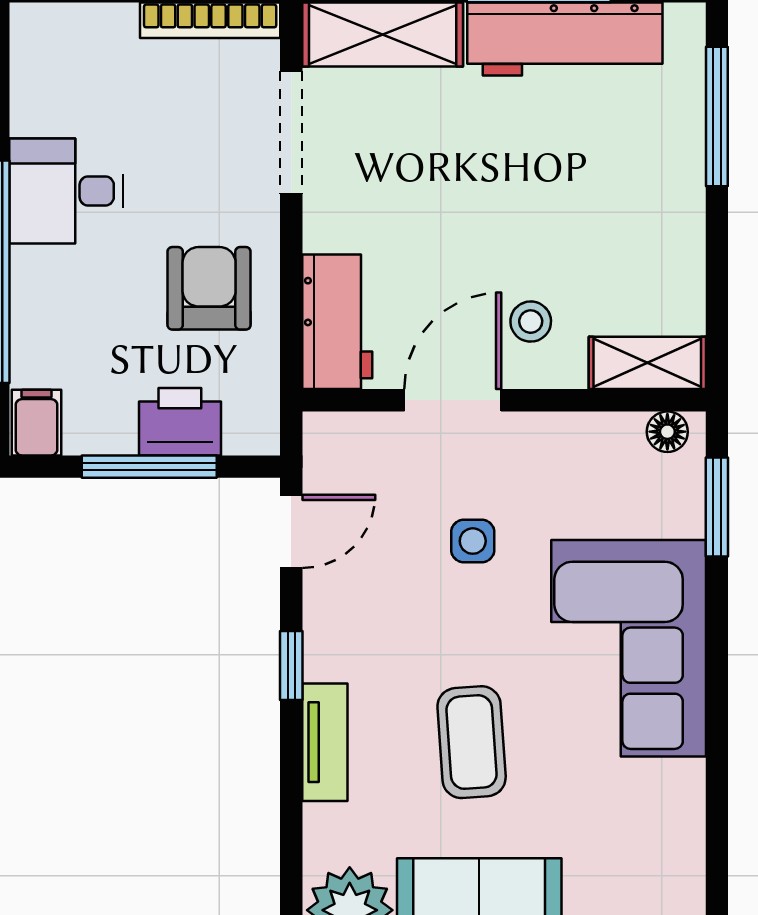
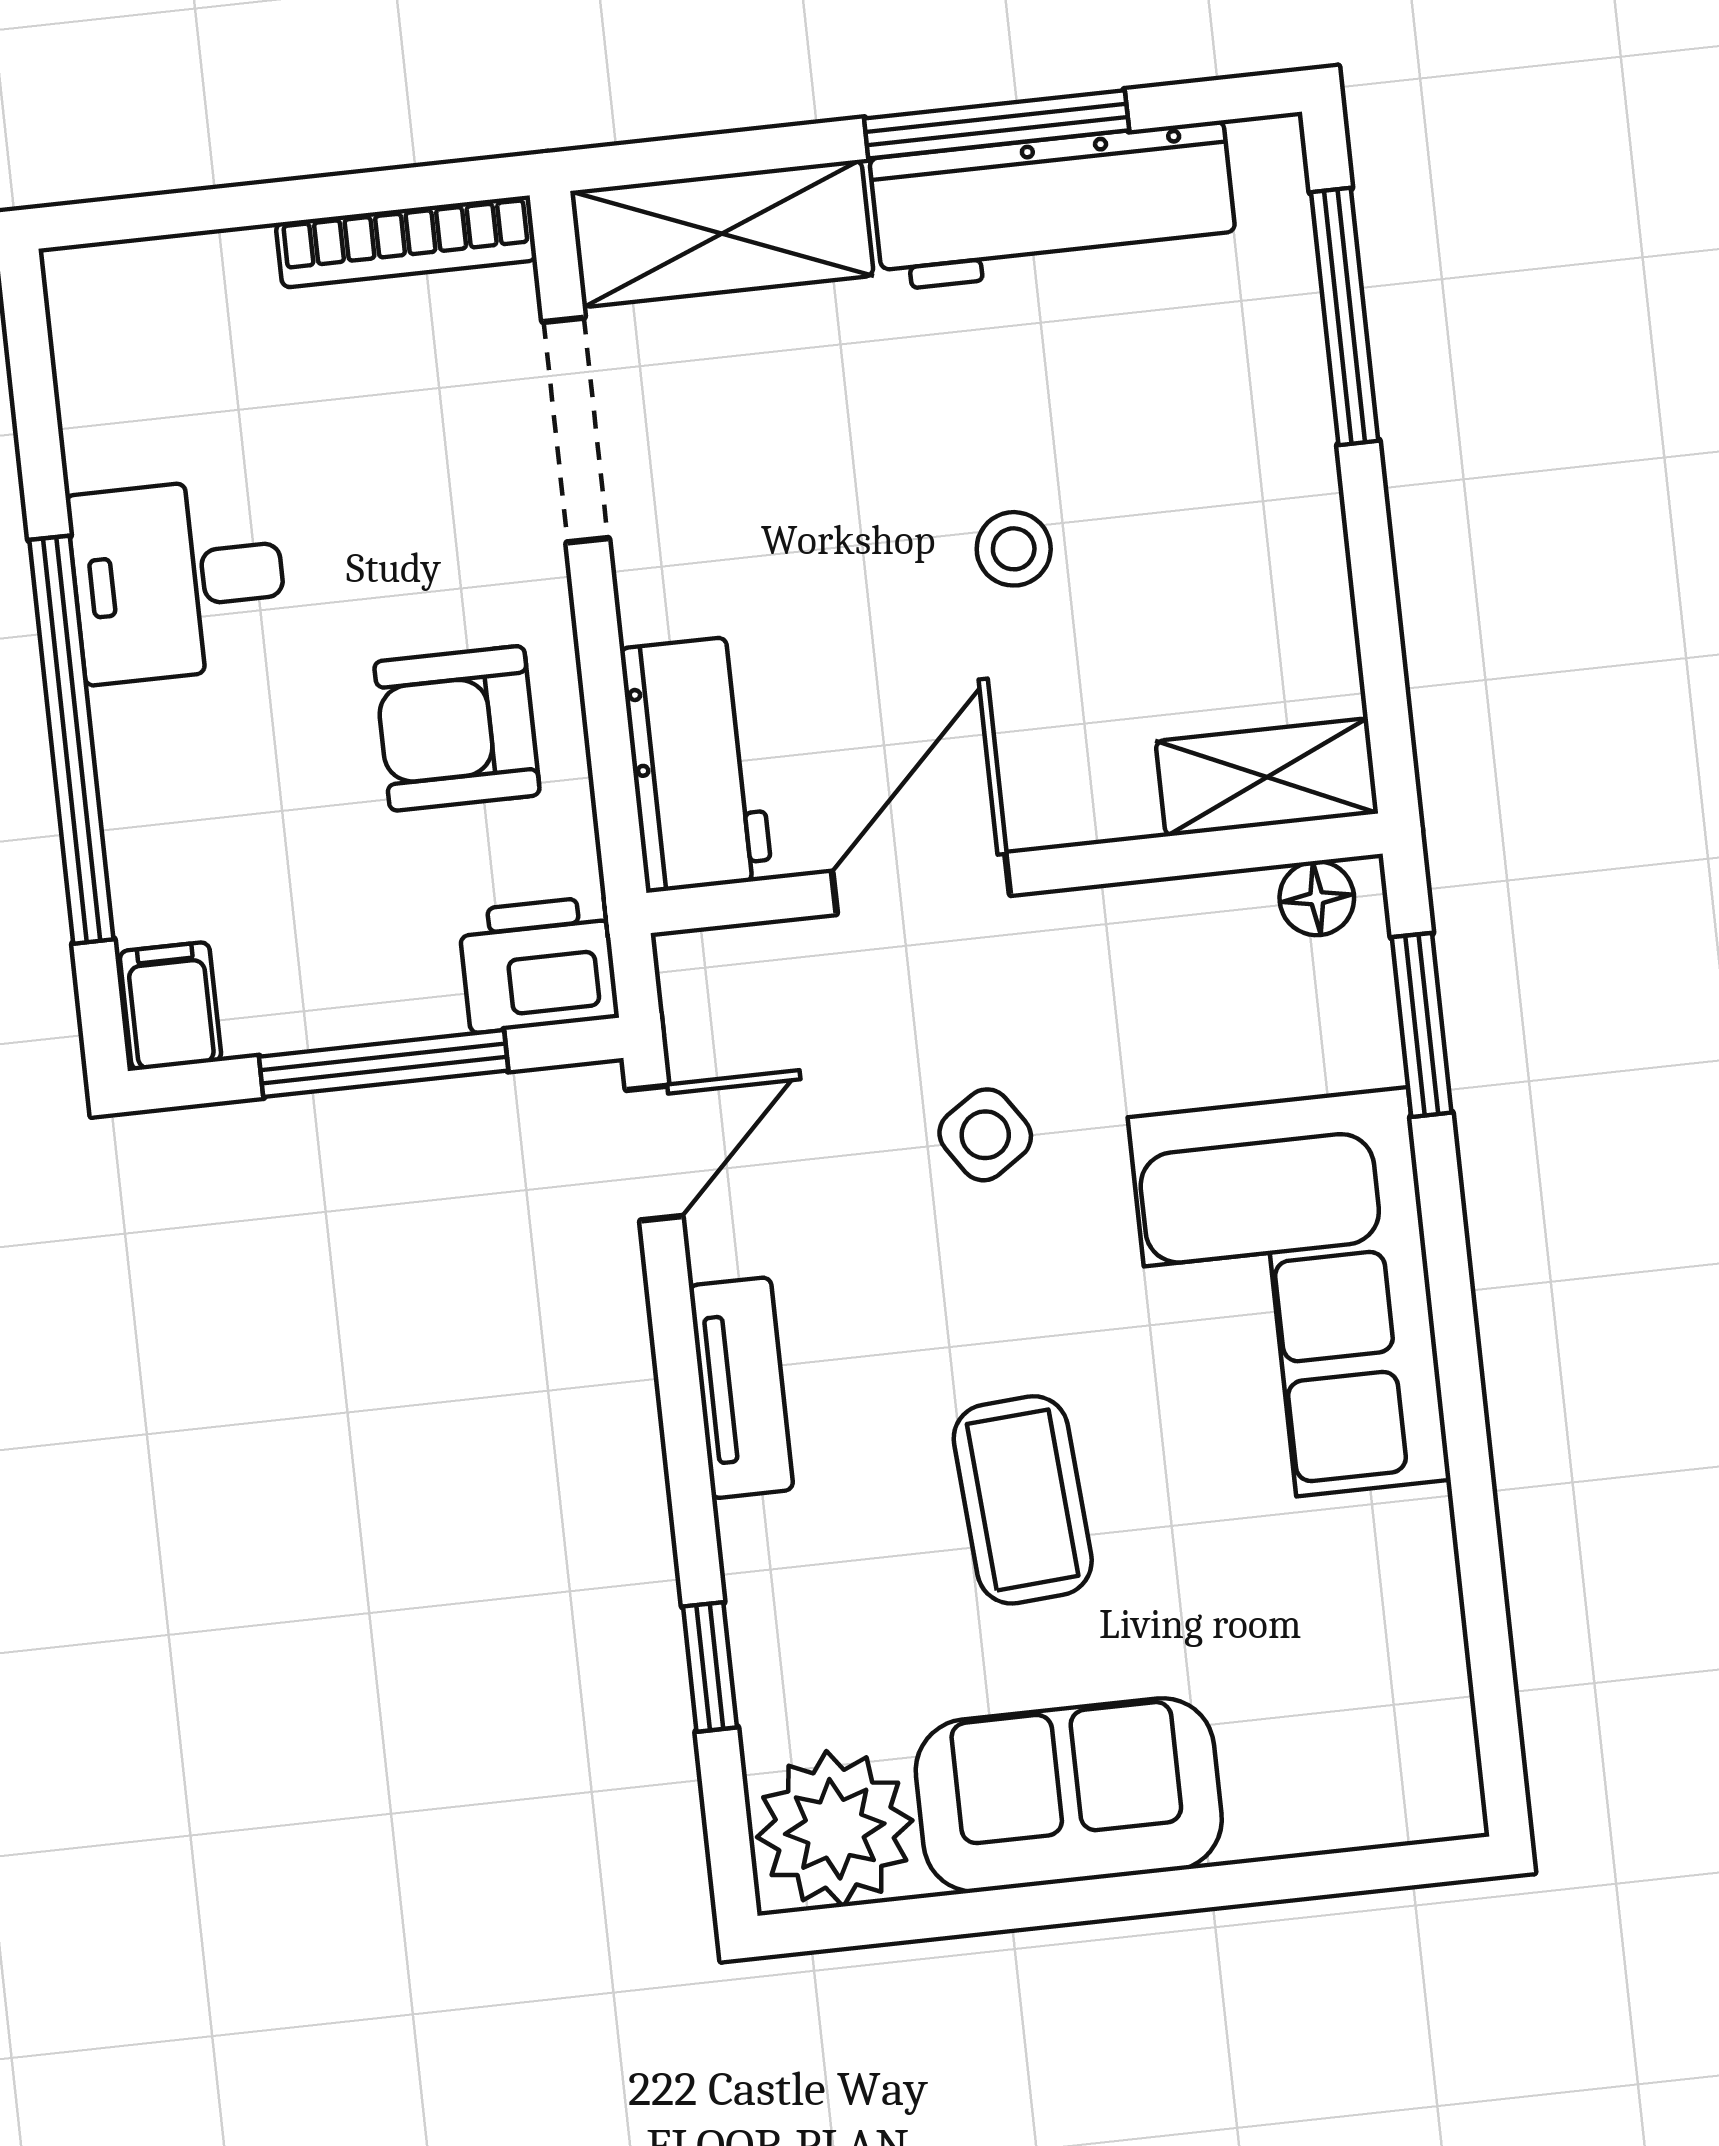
armchair: (209, 288) -> (457, 728), turned -90
stool: (531, 322) -> (1014, 549), moved
printer: (180, 422) -> (538, 964), moved
side table: (473, 541) -> (985, 1135), turned -34
window: (291, 665) -> (710, 1667), moved
tv unit: (325, 742) -> (741, 1388), moved

